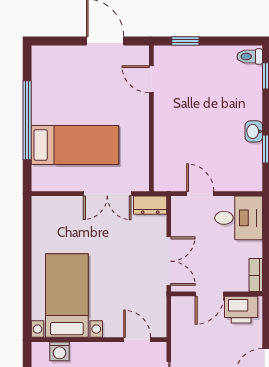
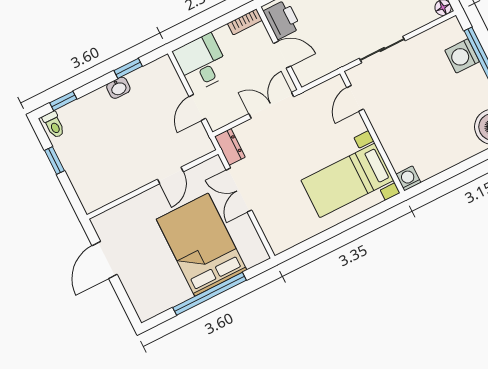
window: (185, 41) -> (54, 160), moved
door: (151, 79) -> (170, 175), moved
bed: (75, 145) -> (202, 245), width x1.50
double door: (107, 194) -> (239, 190), swing flipped
washing machine: (59, 351) -> (408, 178), moved, turned -90

